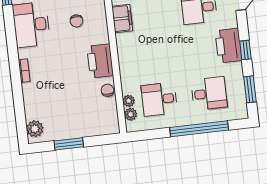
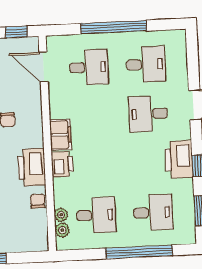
filing cabinet: (122, 18) -> (61, 135), moved
printer: (127, 57) -> (62, 164), added
desk: (159, 99) -> (96, 215), turned 180

